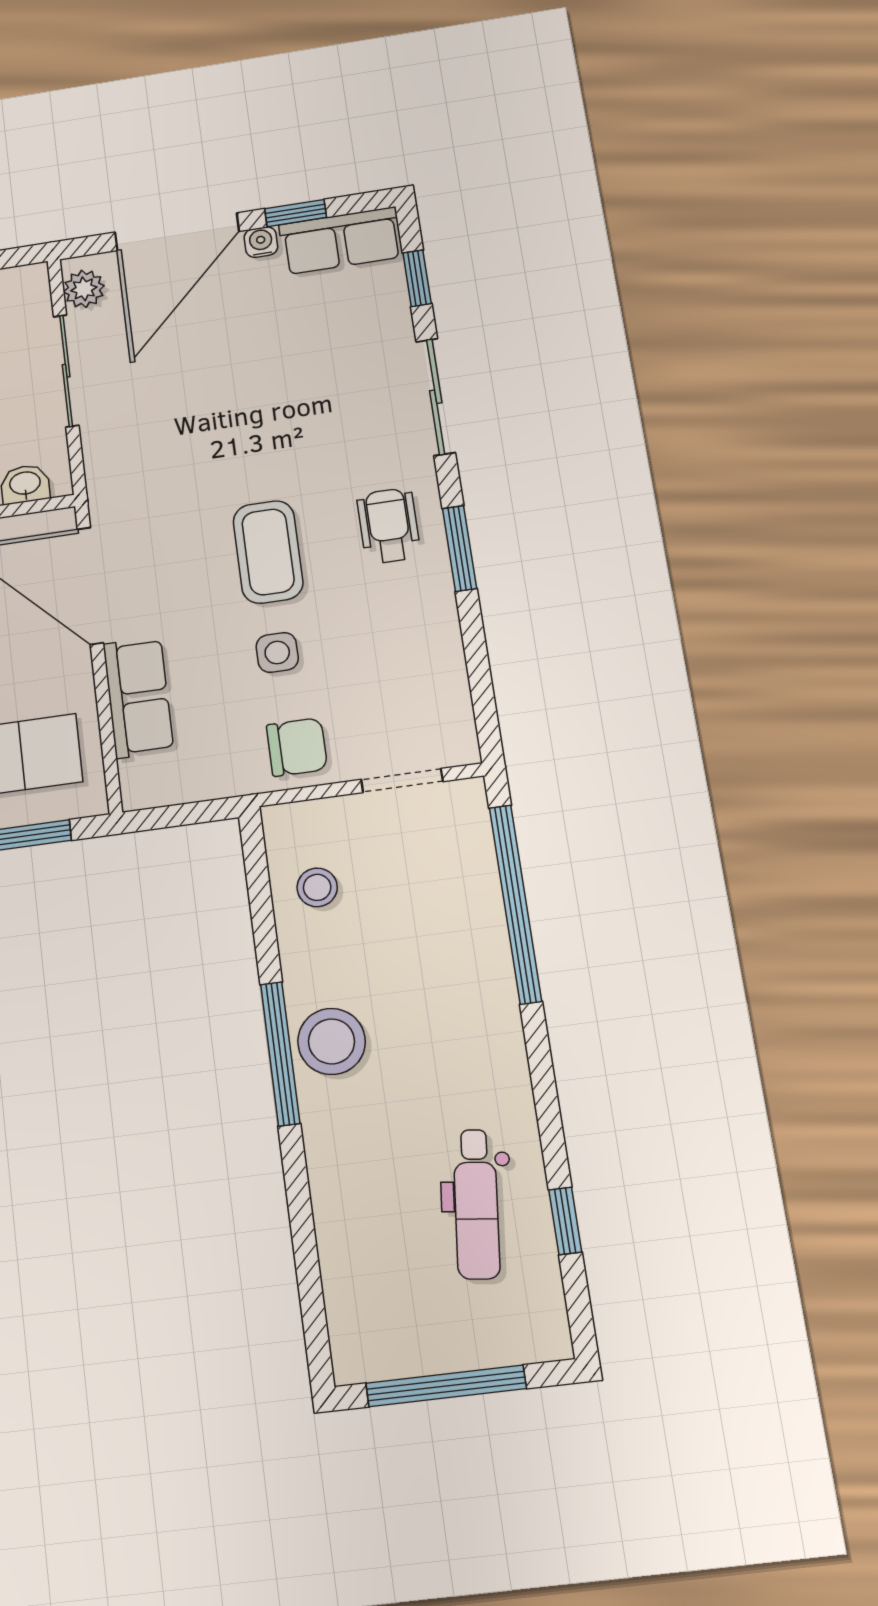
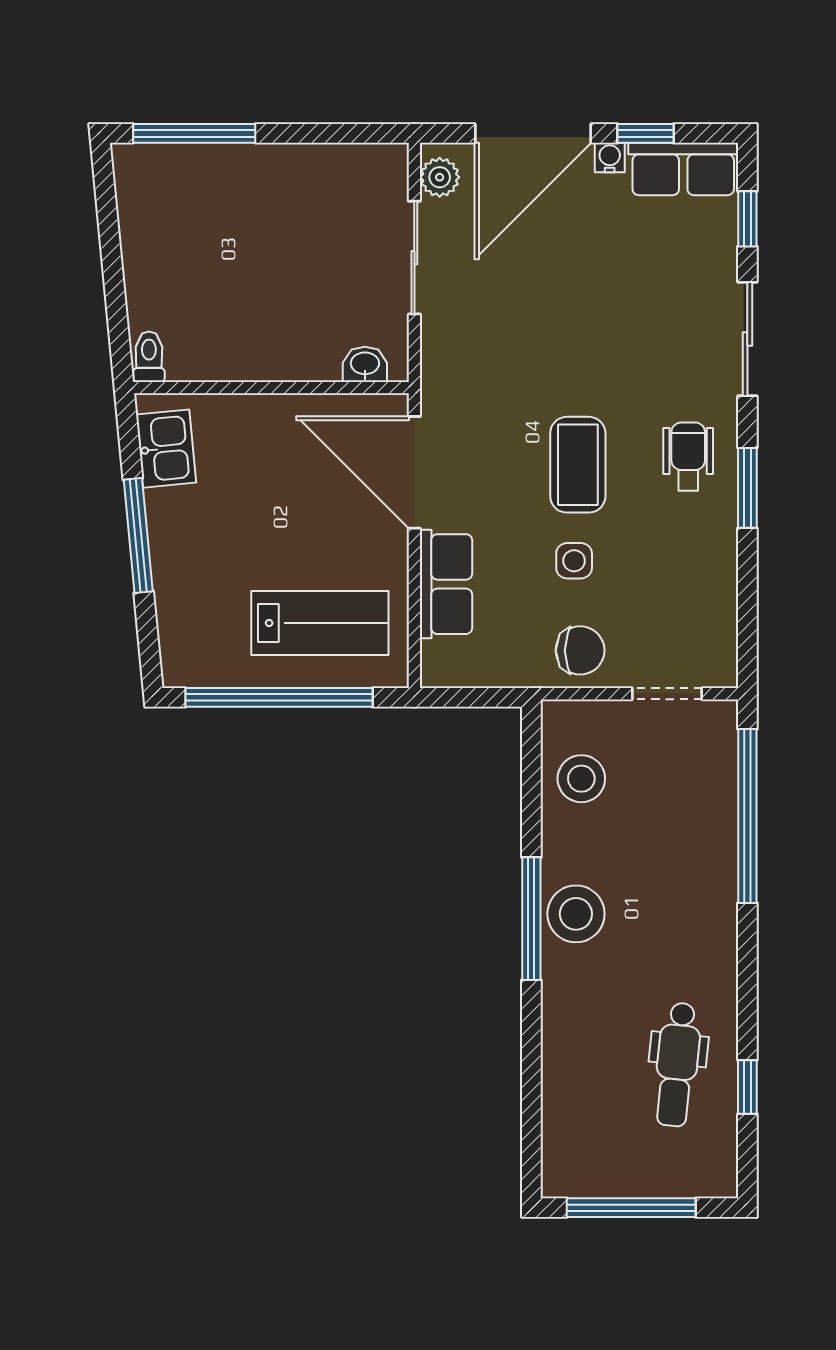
stool: (317, 887) -> (581, 779), width x1.37, depth x1.37

